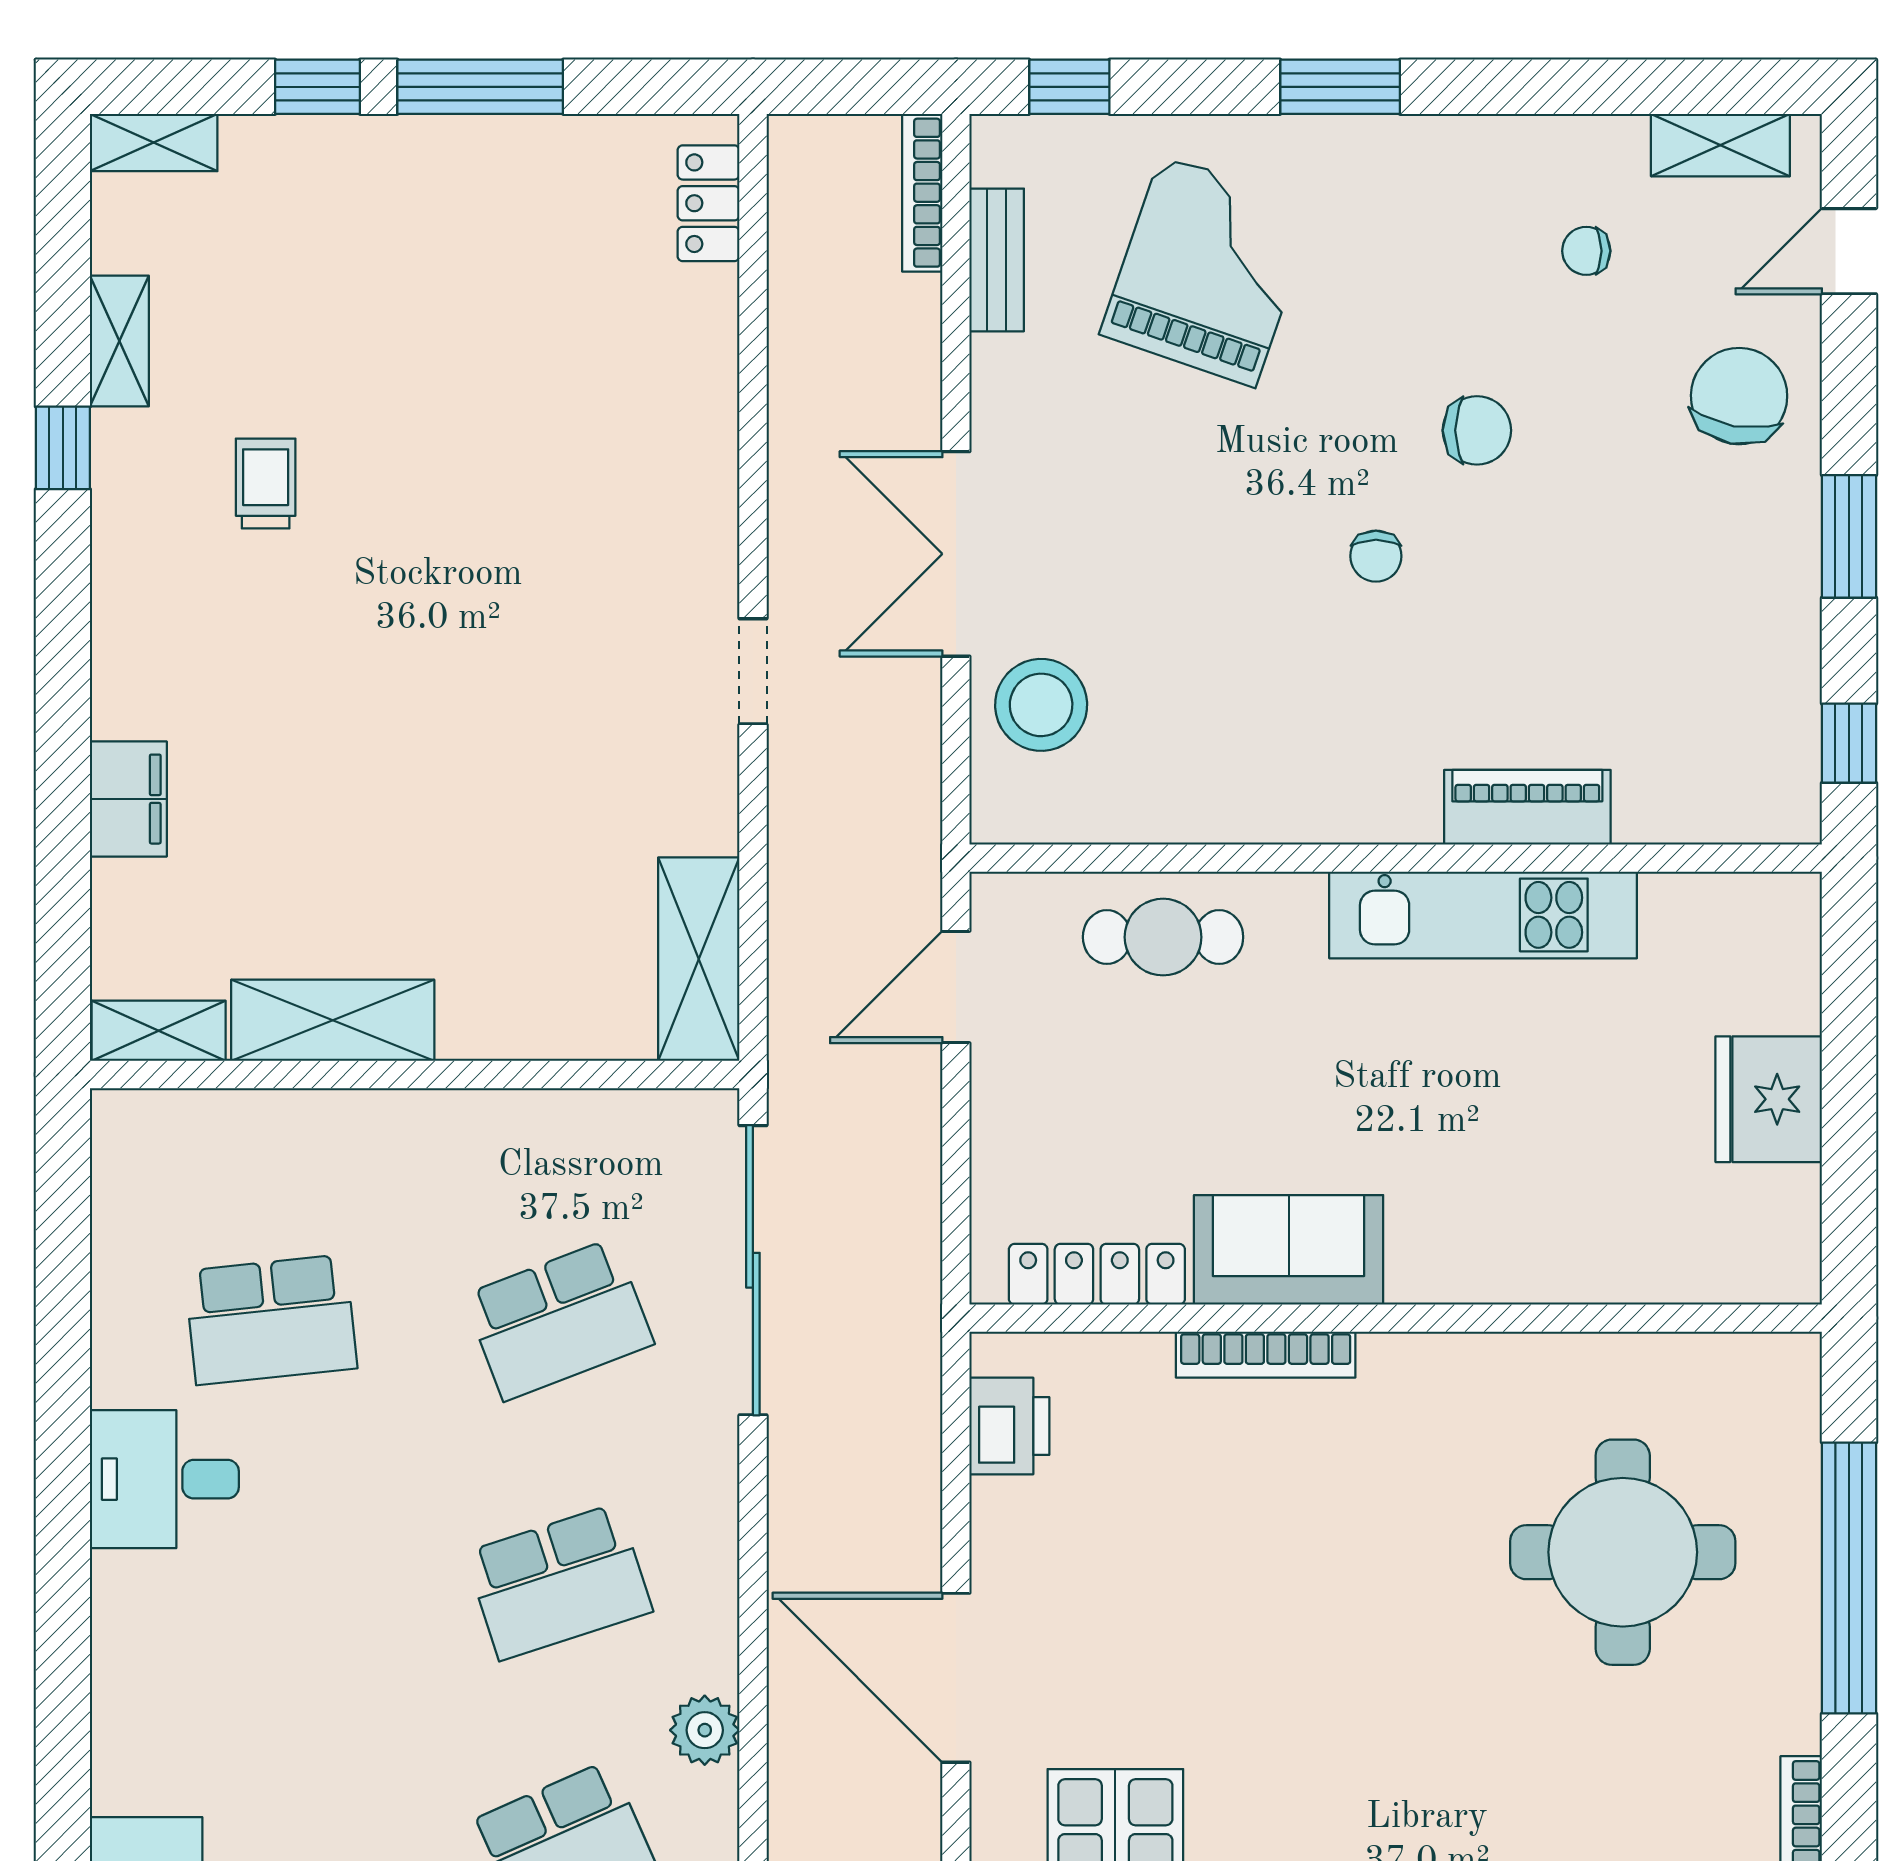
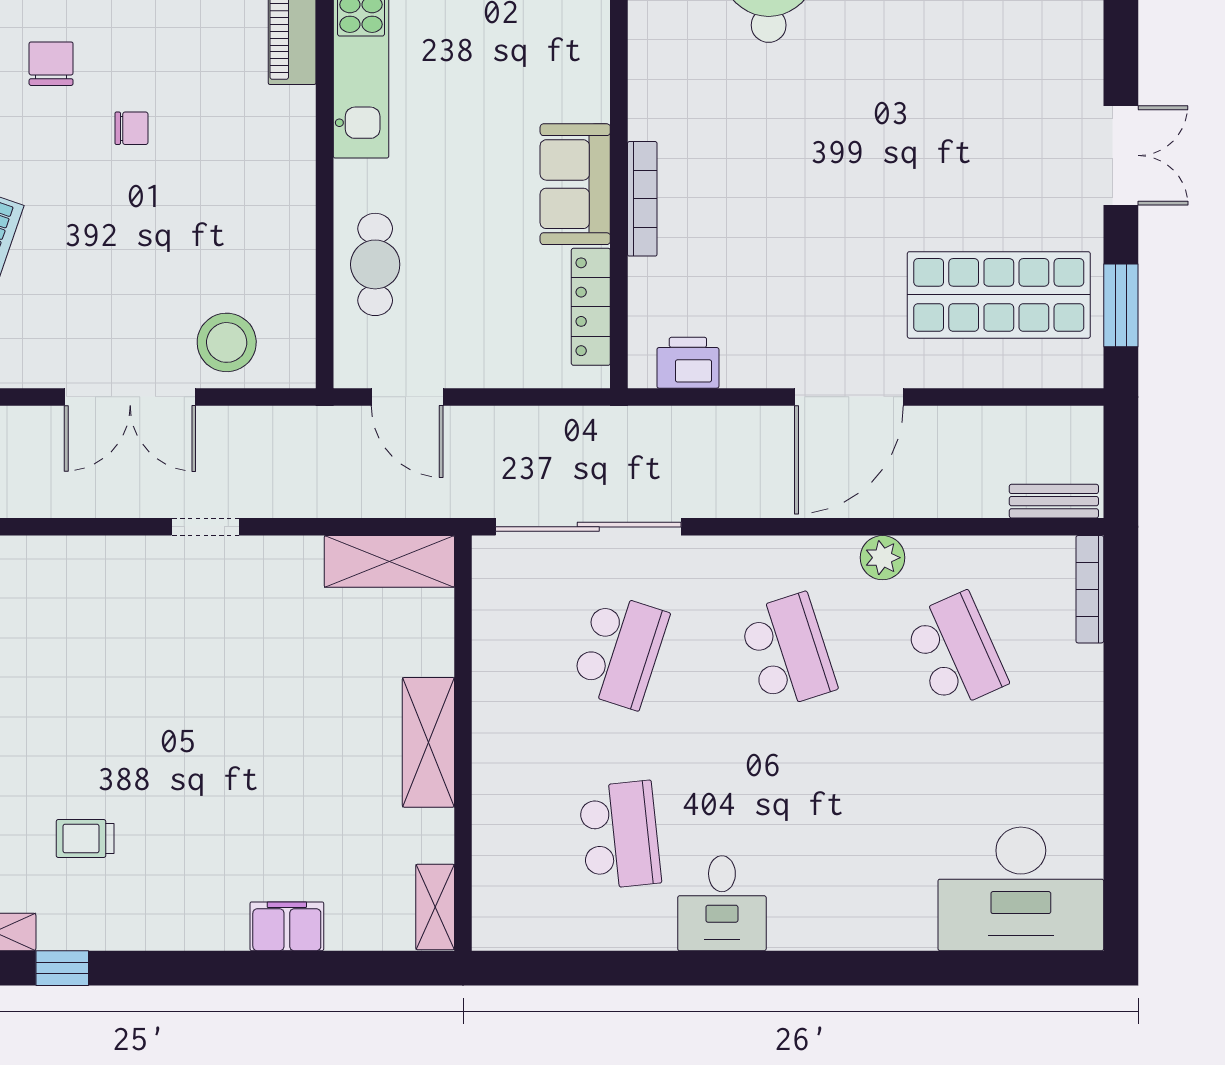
shelving: (333, 1020) -> (428, 742), moved
school desk: (559, 1320) -> (620, 651), turned 39

